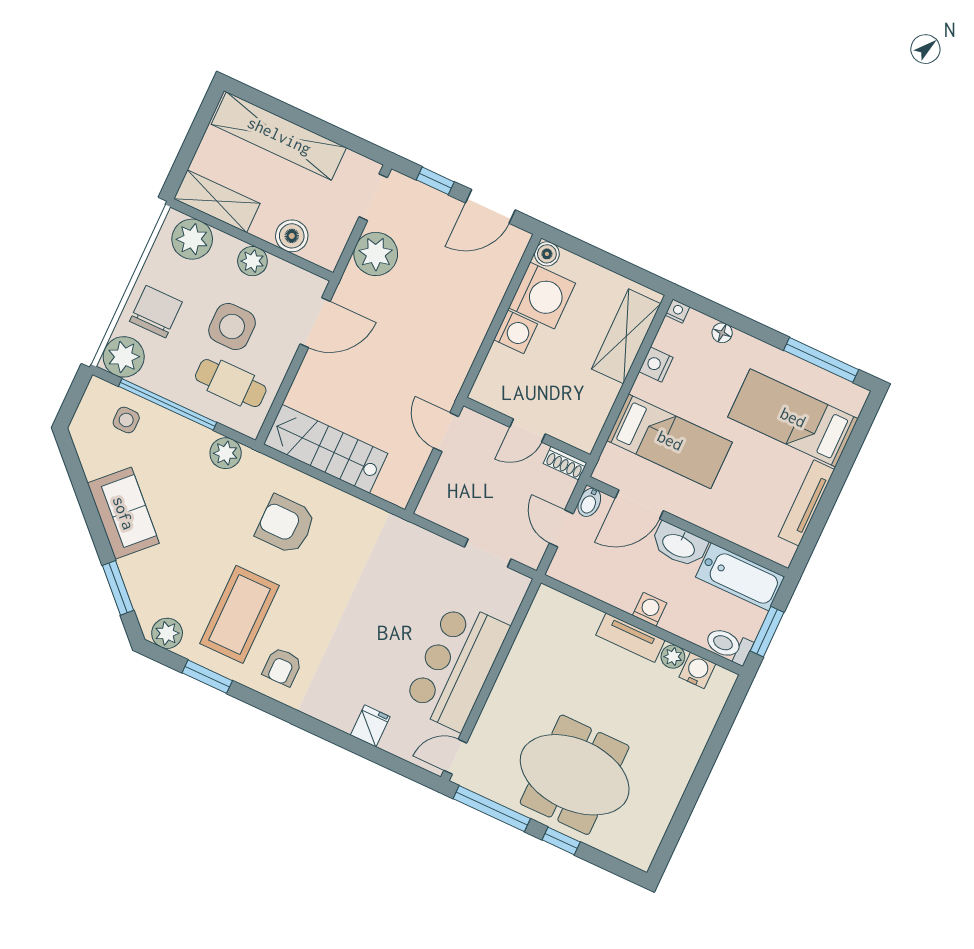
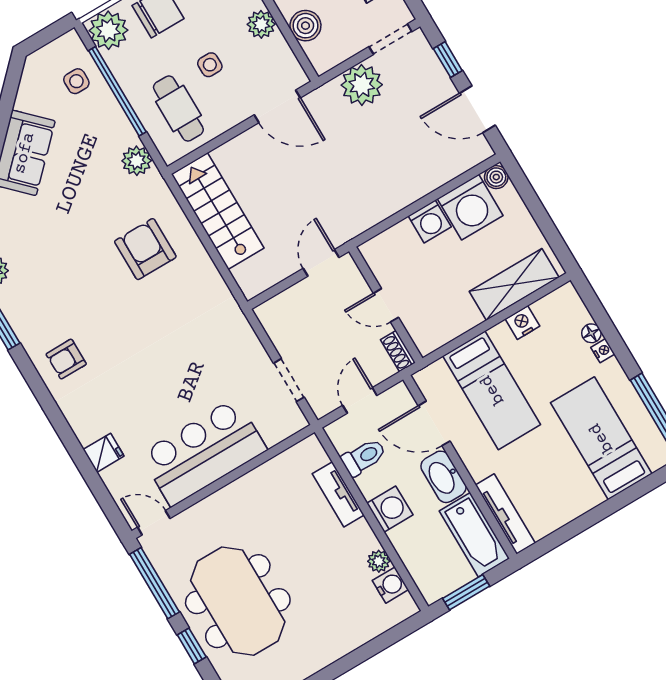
nightstand: (677, 311) -> (603, 351), moved
side table: (232, 327) -> (210, 65), width x0.54, depth x0.54
bidet: (589, 502) -> (396, 395), removed
tv unit: (806, 503) -> (505, 514), moved, turned 90
washing machine: (650, 609) -> (390, 509), width x1.38, depth x1.38
coffee table: (240, 614) -> (61, 295), removed
tv unit: (630, 638) -> (338, 494), moved
toilet: (729, 645) -> (364, 457), moved, turned 90

